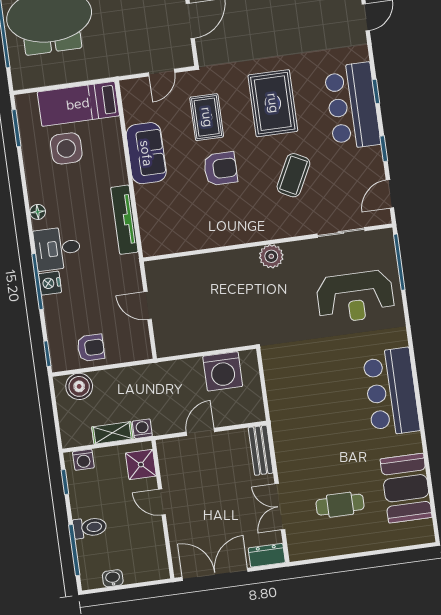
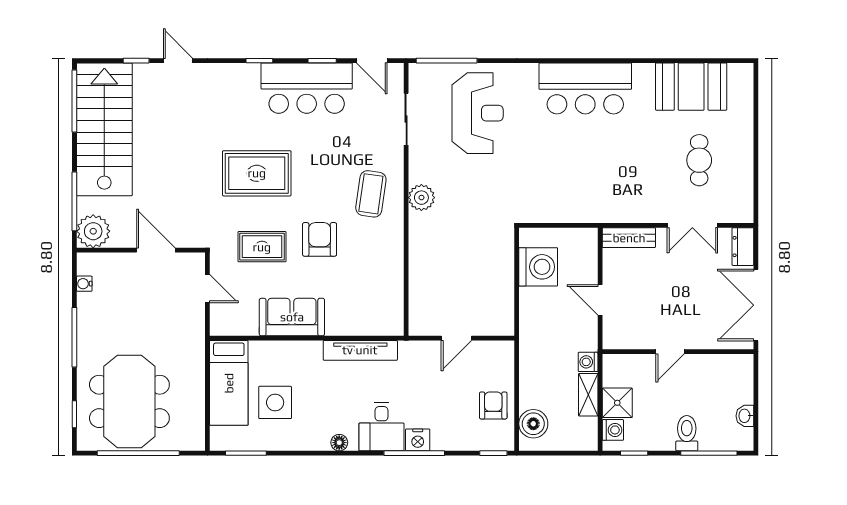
bar counter: (352, 106) -> (307, 88), moved
coffee table: (293, 175) -> (371, 194), moved, turned 71
shower: (141, 465) -> (617, 403), moved

